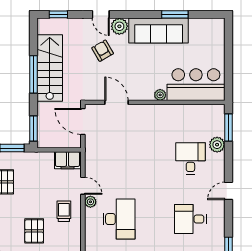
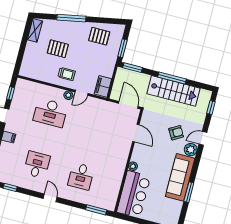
door: (116, 102) -> (136, 133), hinge flipped
door: (83, 121) -> (128, 105), hinge flipped
plant: (217, 145) -> (86, 198), removed
desk: (190, 158) -> (81, 176), turned 90

